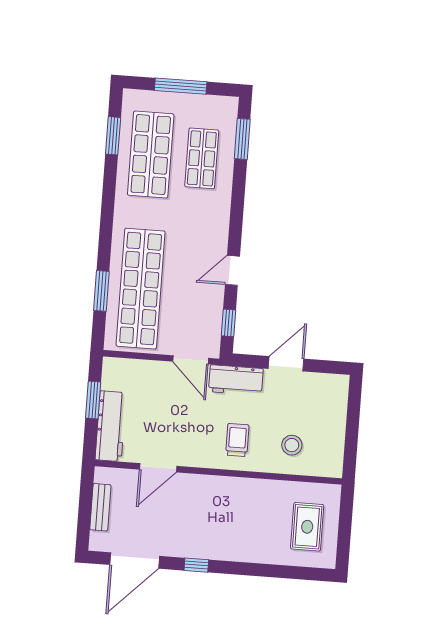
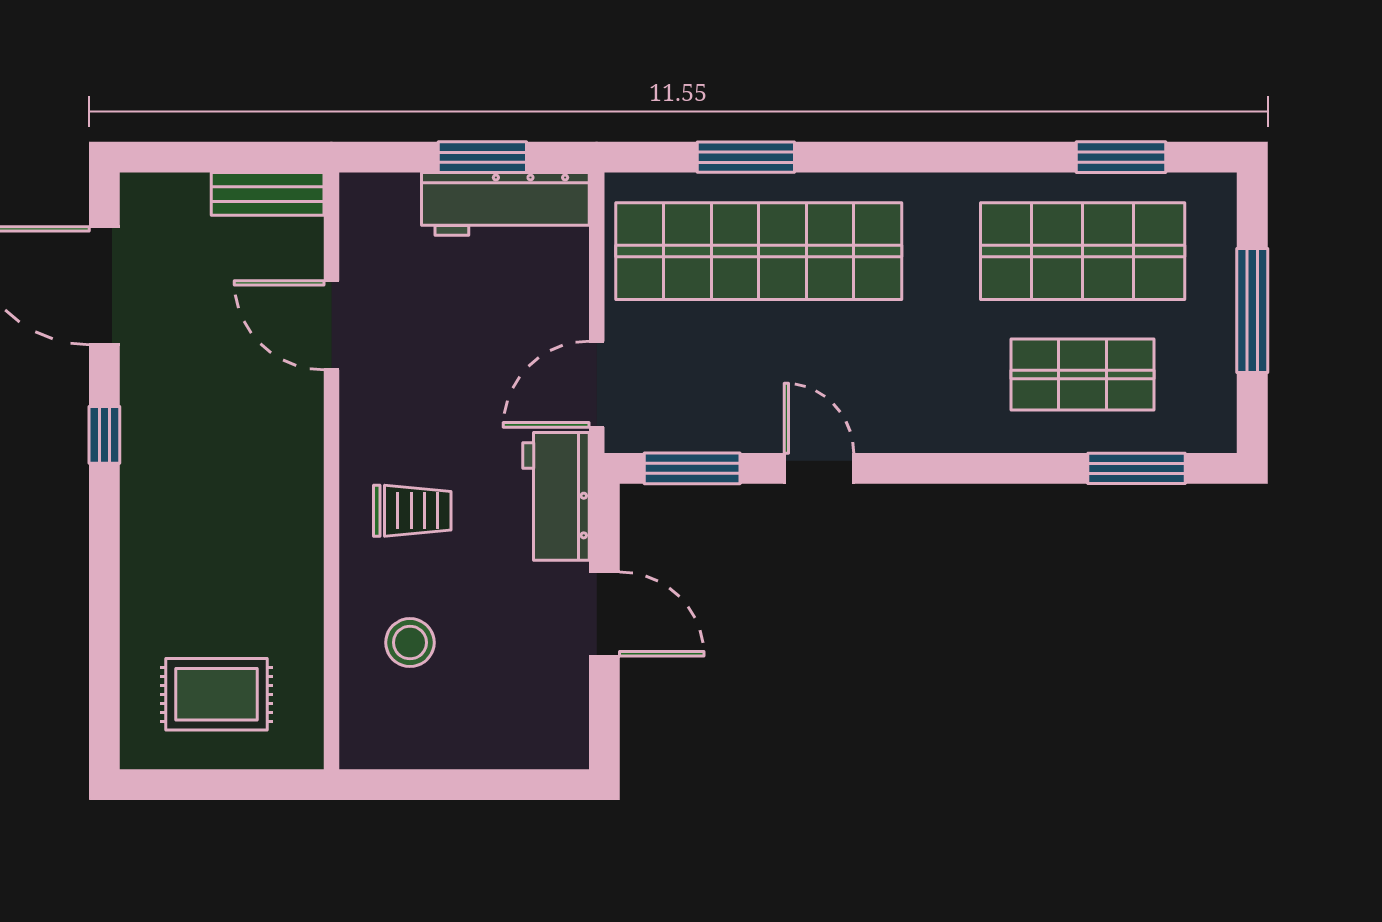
window: (228, 323) -> (692, 468), width x1.50
workbench: (111, 426) -> (505, 204), moved
bench: (100, 507) -> (268, 194), moved

